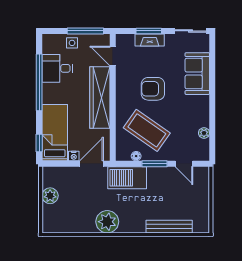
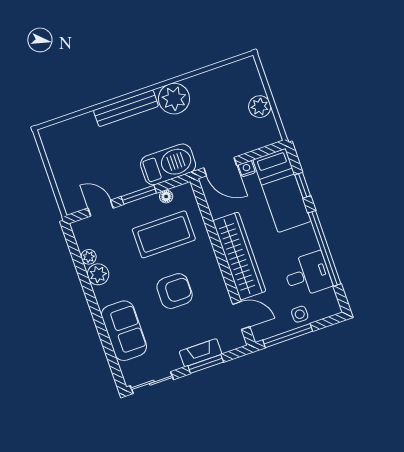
plant: (202, 119) -> (98, 274), added
coffee table: (147, 130) -> (164, 234), turned -35
window: (39, 143) -> (303, 185), moved
door: (92, 164) -> (220, 167), hinge flipped
bench: (169, 227) -> (126, 108), moved

